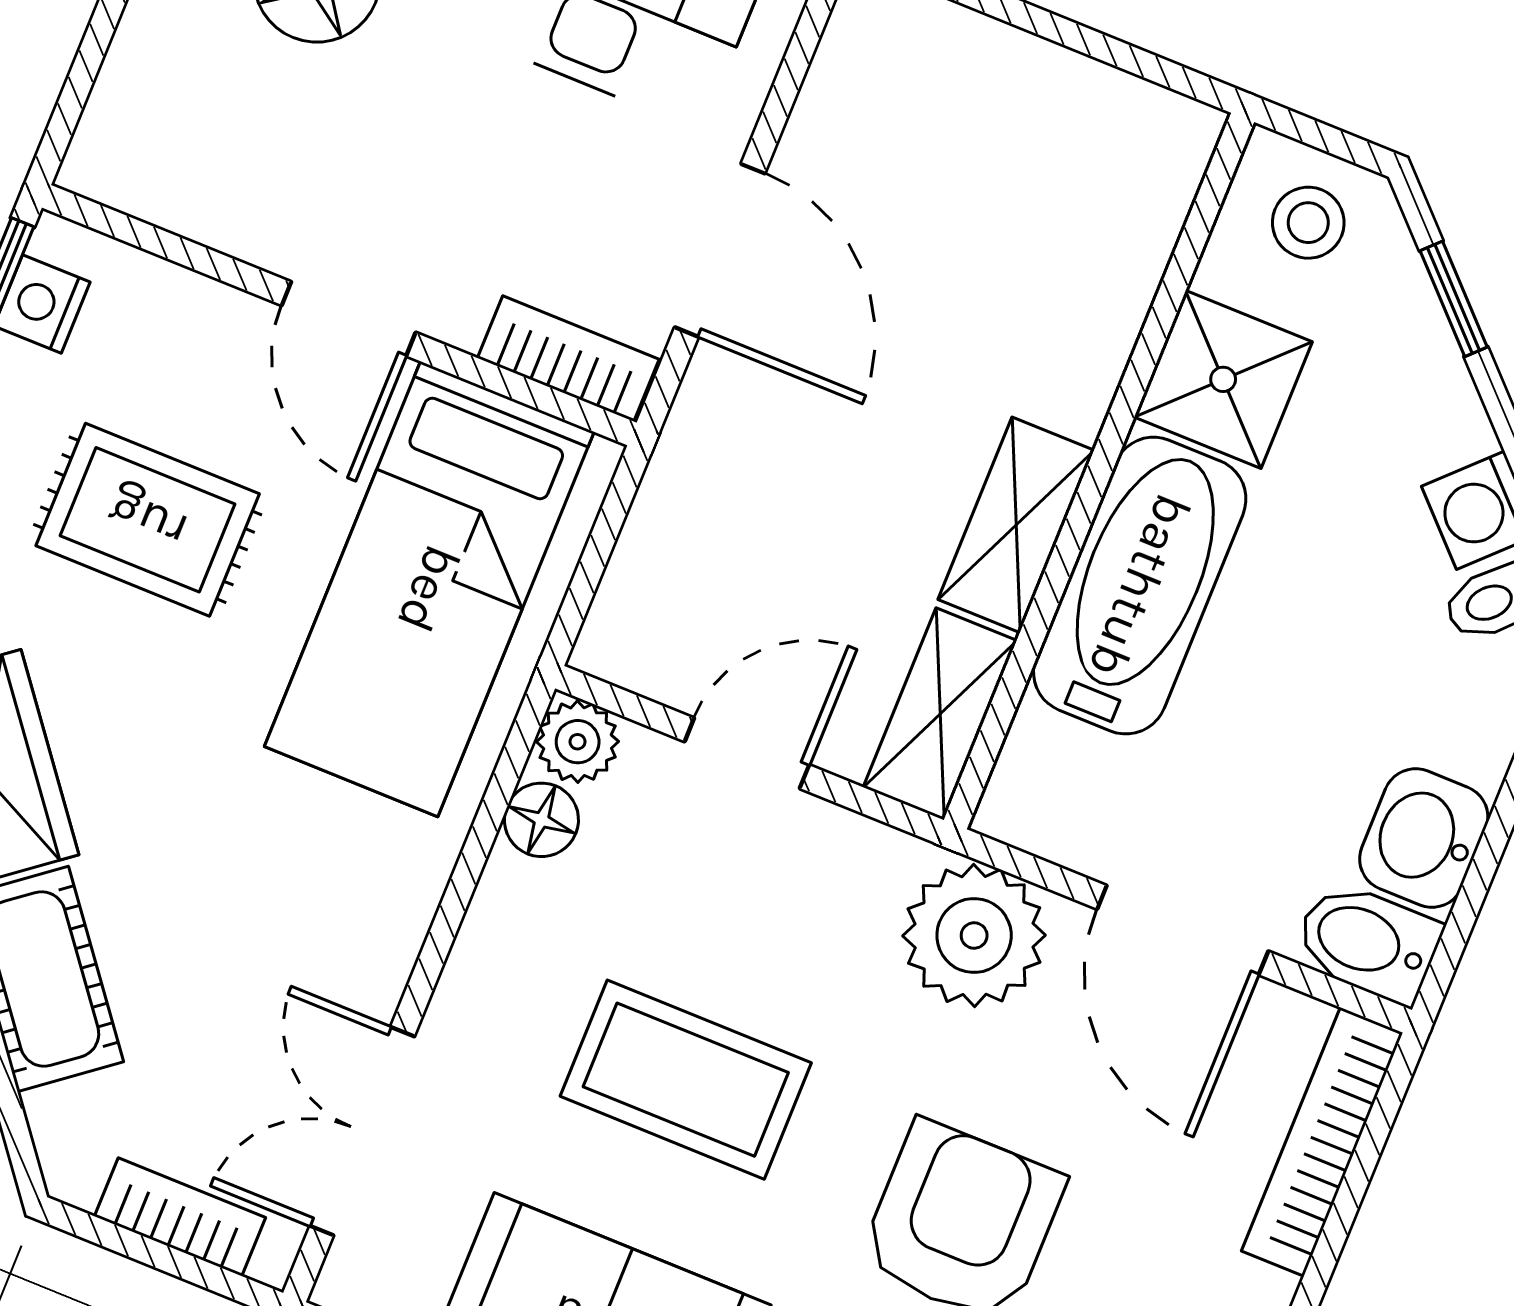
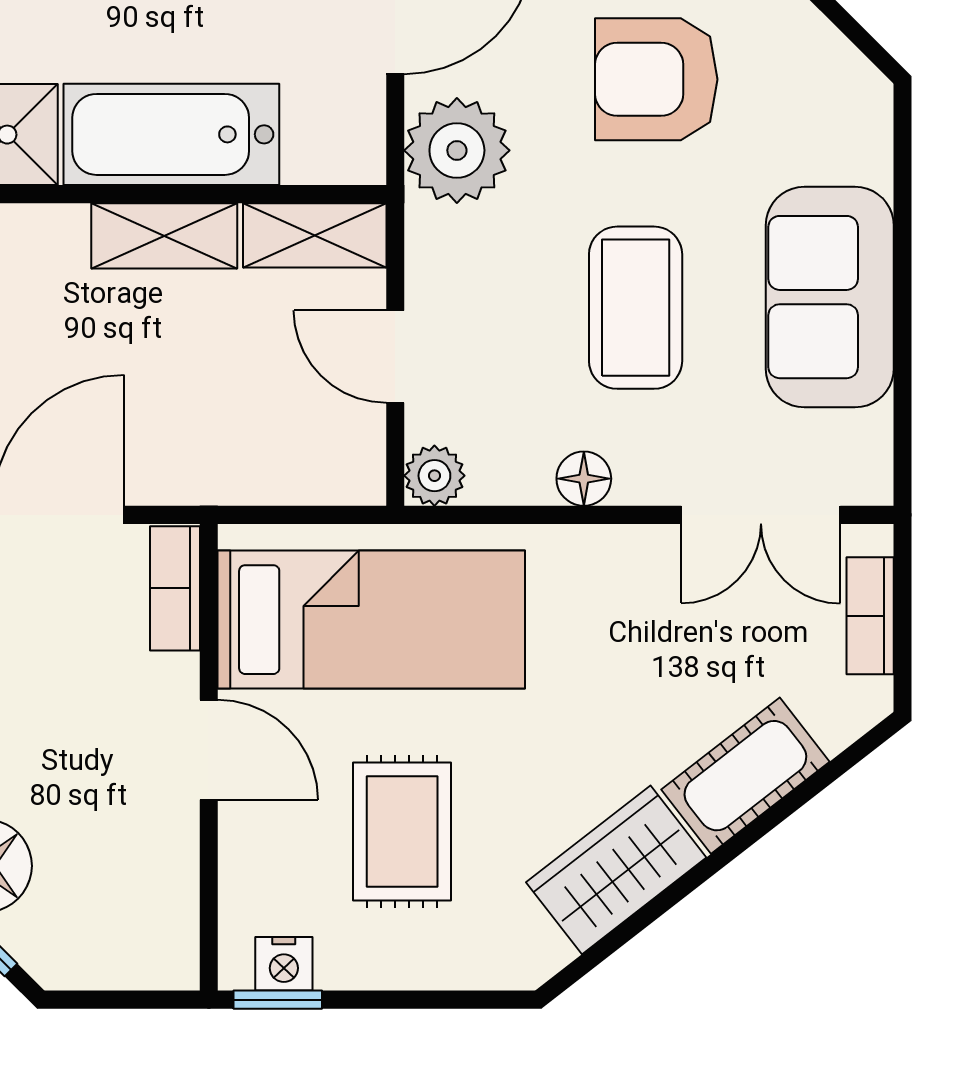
door: (349, 319) -> (209, 750), hinge flipped
floor lamp: (541, 820) -> (584, 479), moved

